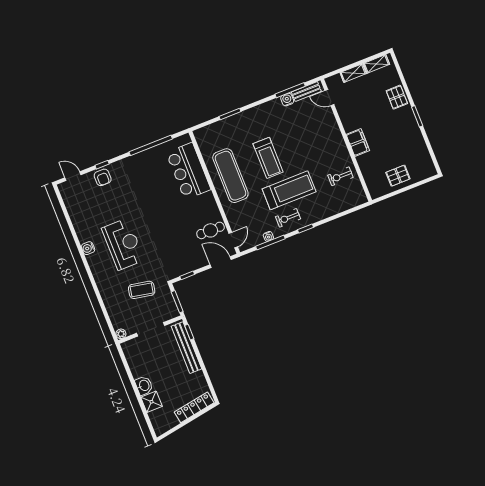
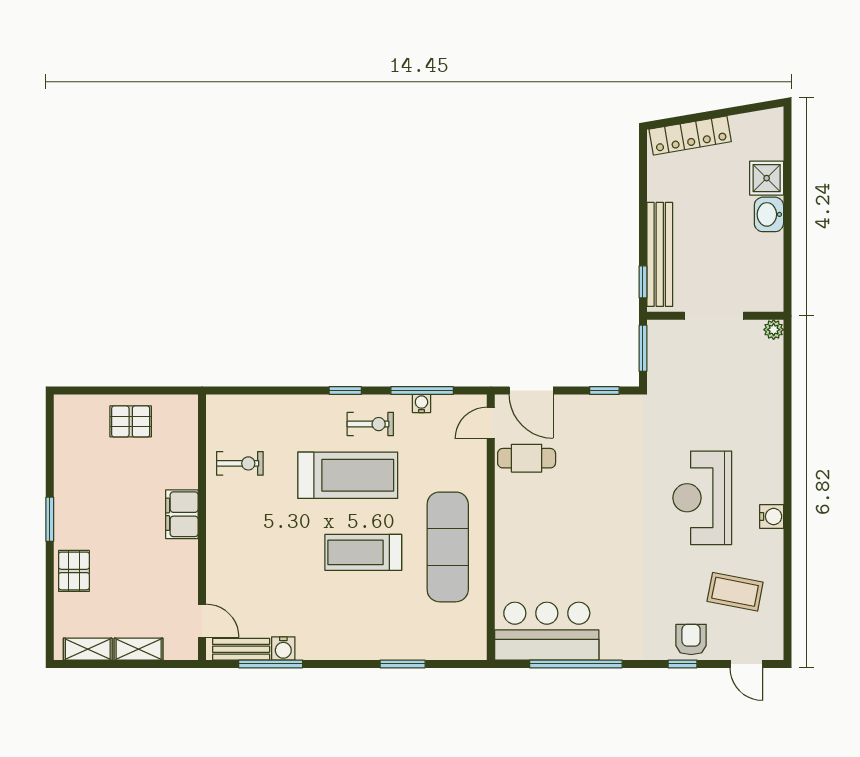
treadmill: (268, 158) -> (363, 552), turned -90
bar counter: (188, 171) -> (547, 631), moved, turned -90
treadmill: (289, 190) -> (348, 475), turned 180
coffee table: (142, 290) -> (735, 592), moved

